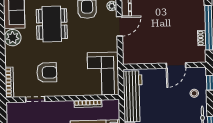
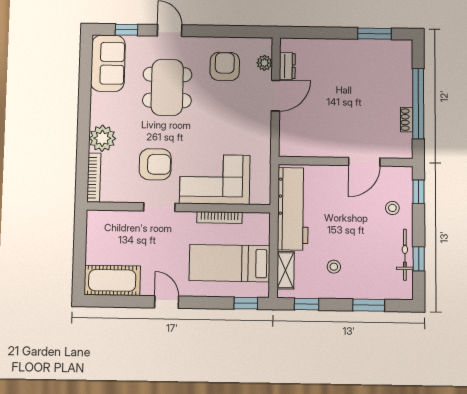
plant: (13, 38) -> (102, 138), moved
corner sofa: (103, 74) -> (215, 179), moved, turned 90
doorway: (35, 99) -> (159, 207), moved

